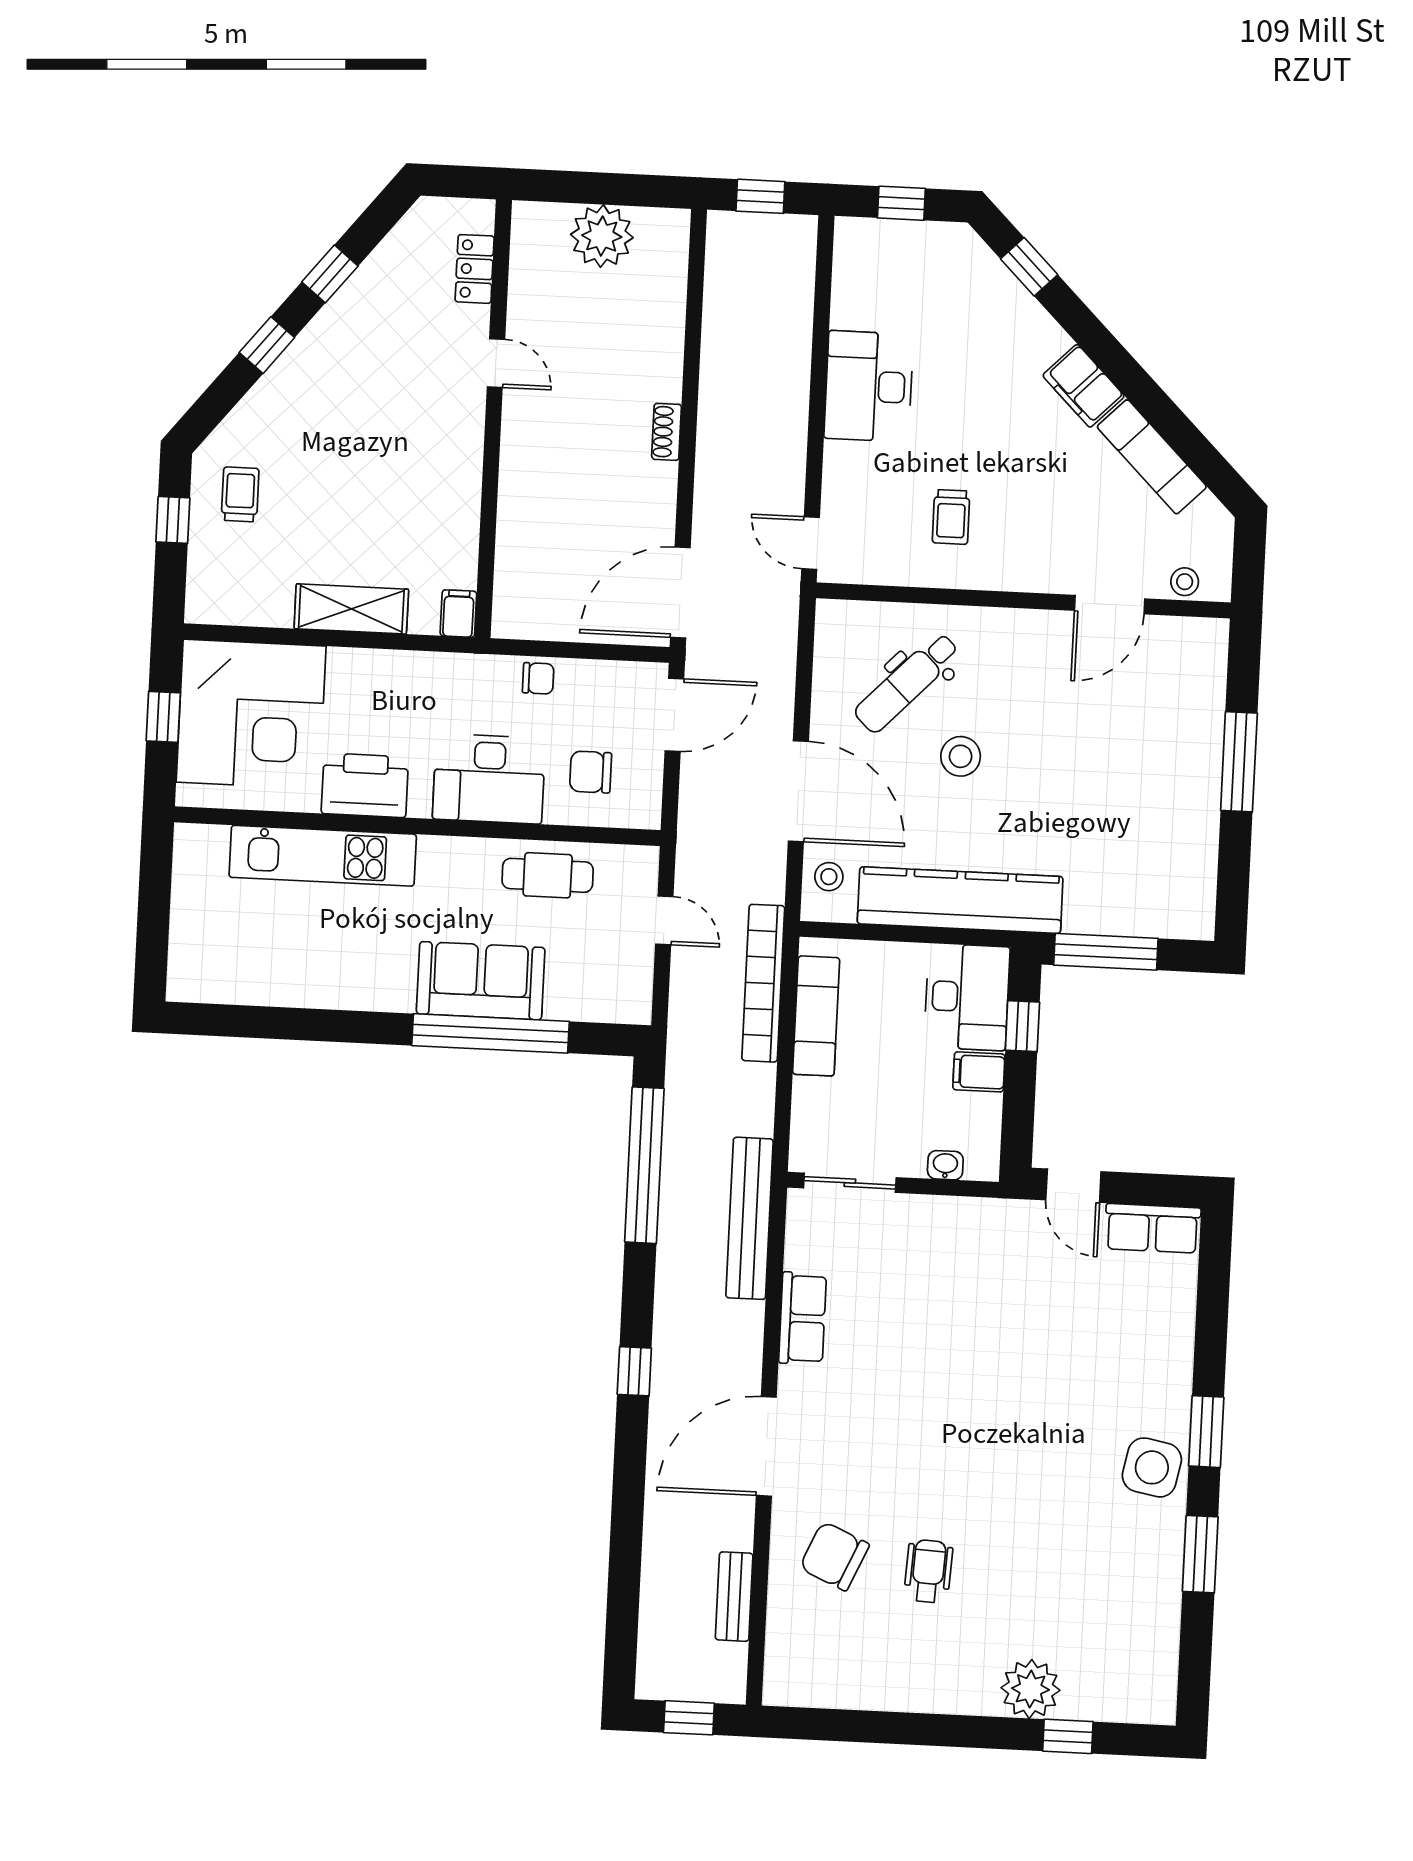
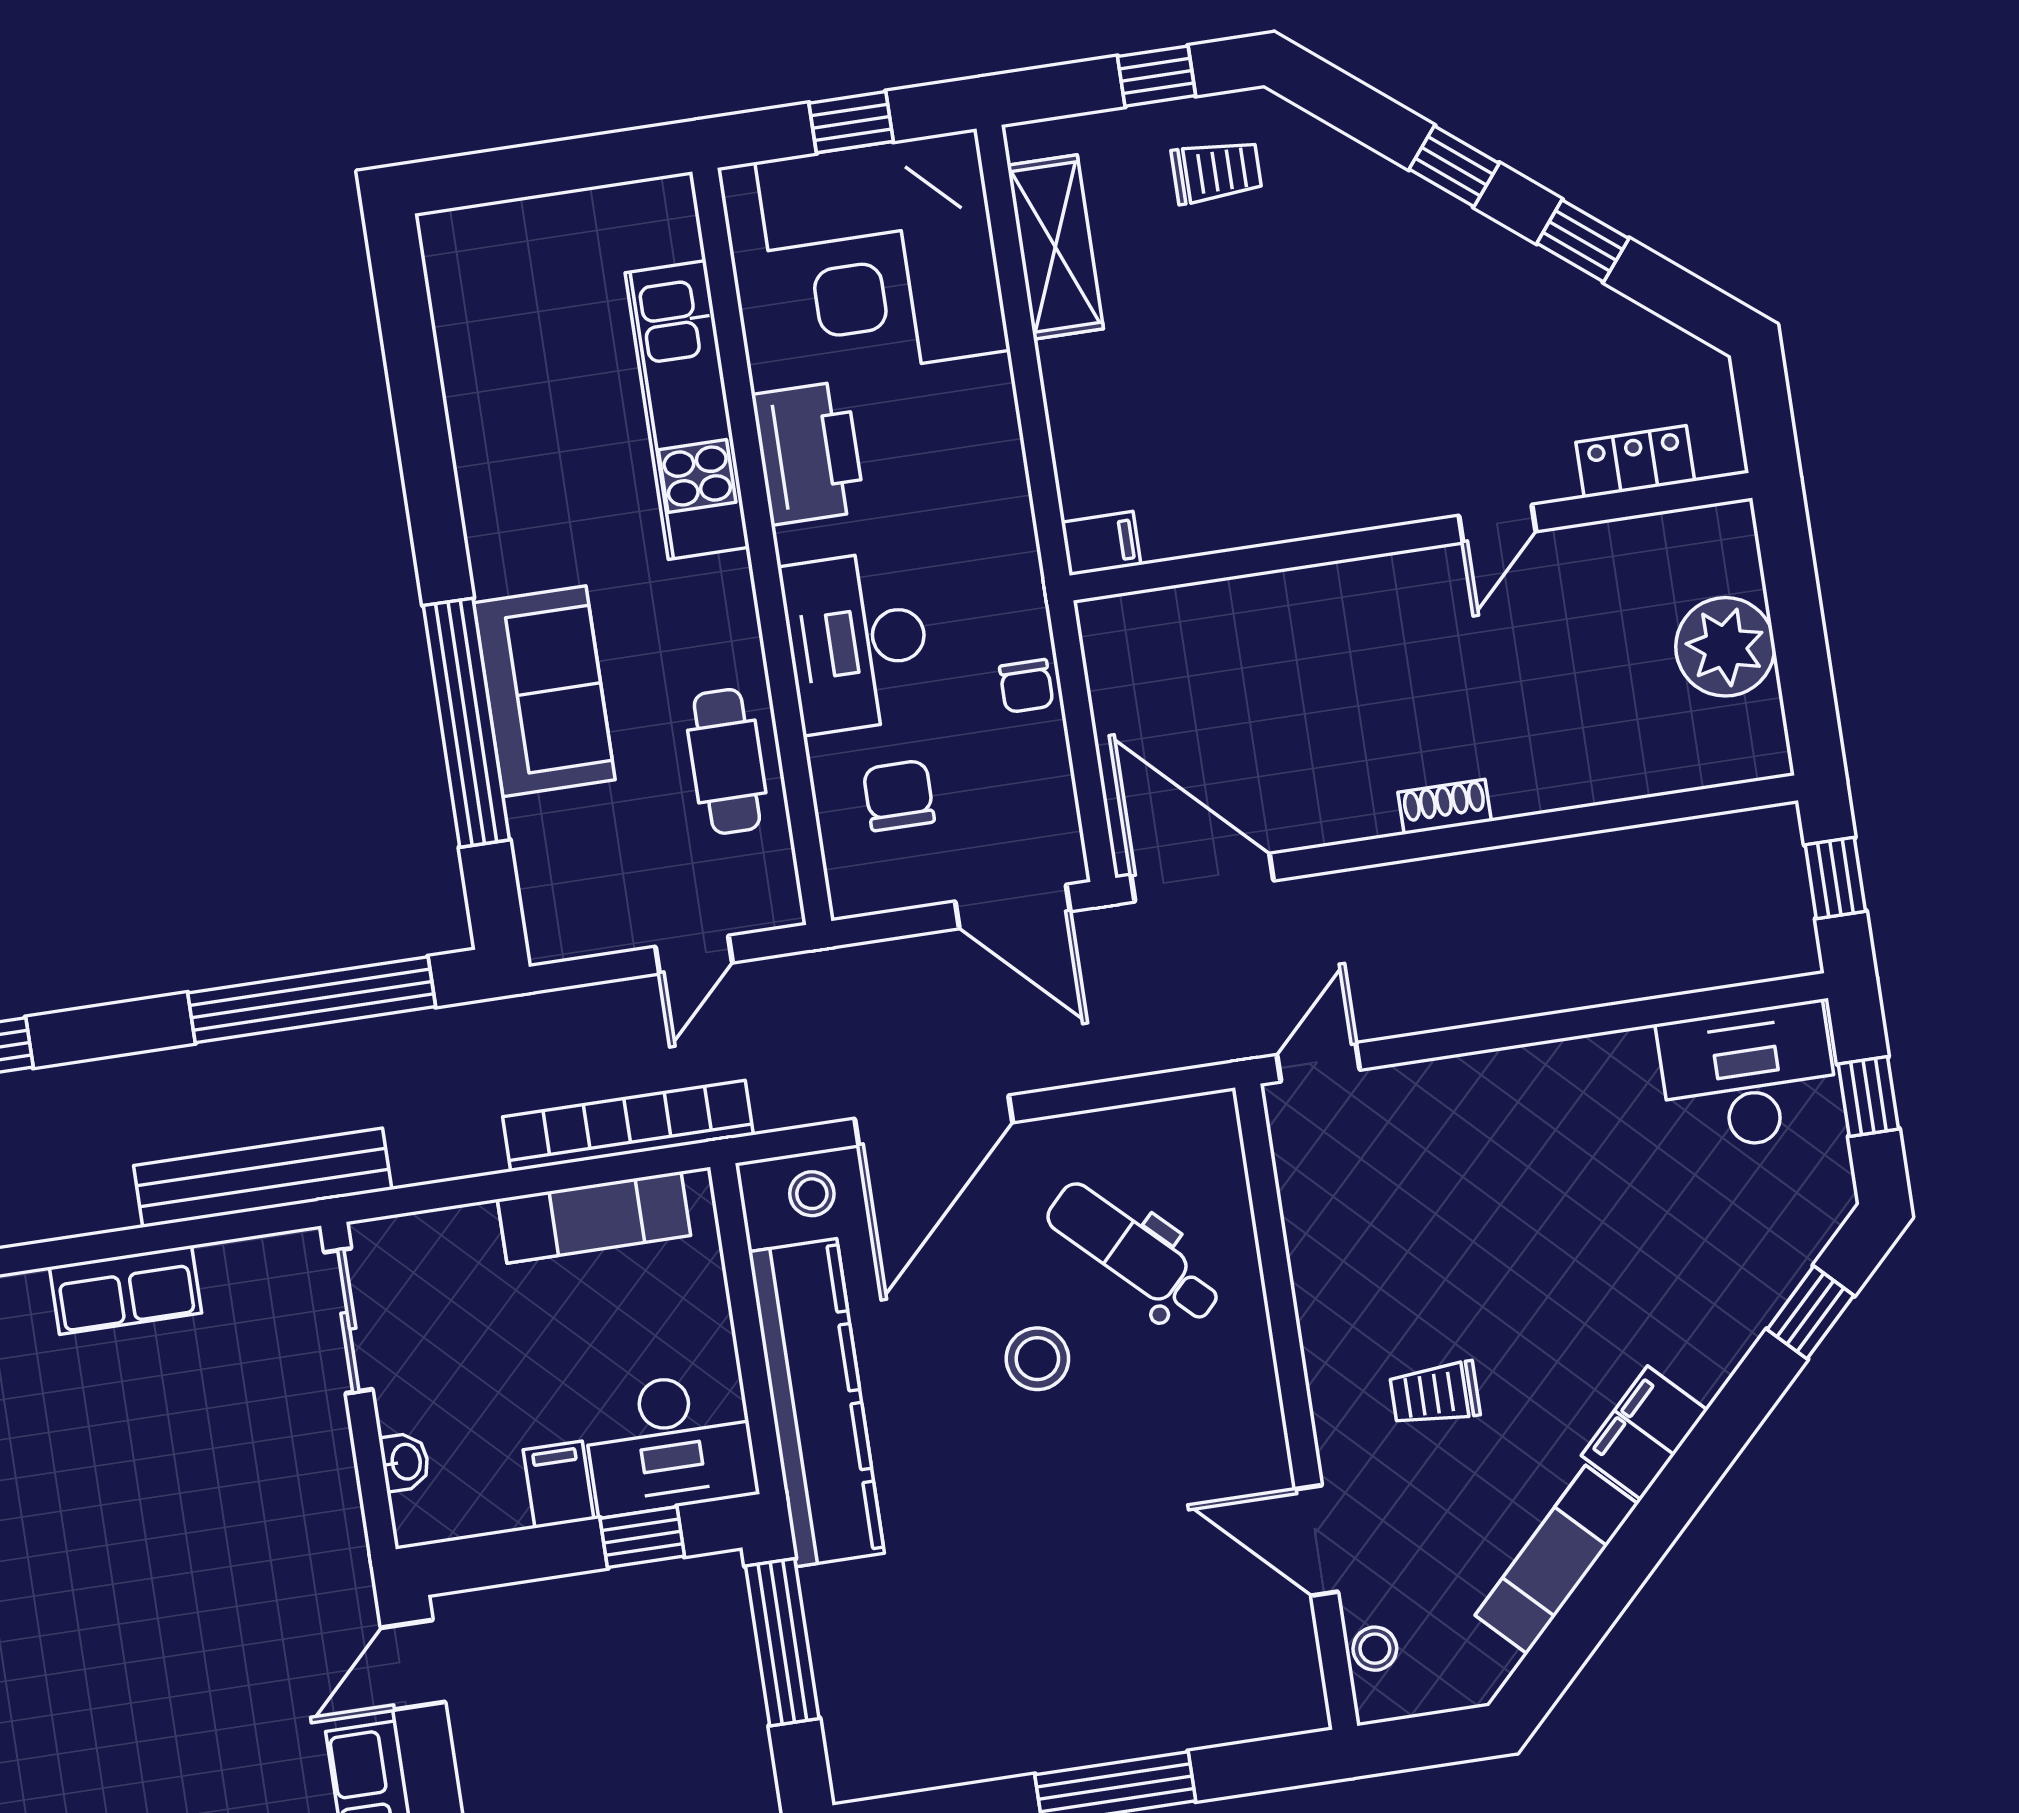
desk: (869, 386) -> (1748, 1077), moved
trolley: (951, 517) -> (1435, 1394), moved
shelving: (351, 609) -> (1055, 247), moved

